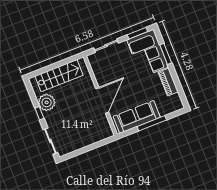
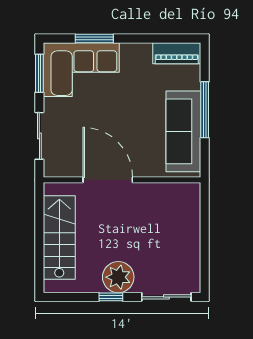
piano: (168, 82) -> (177, 53), moved
door: (102, 100) -> (108, 180), moved
plant: (47, 102) -> (118, 277), moved

